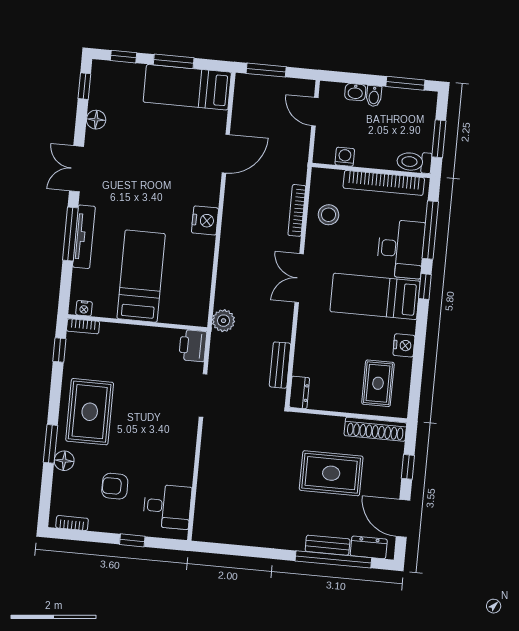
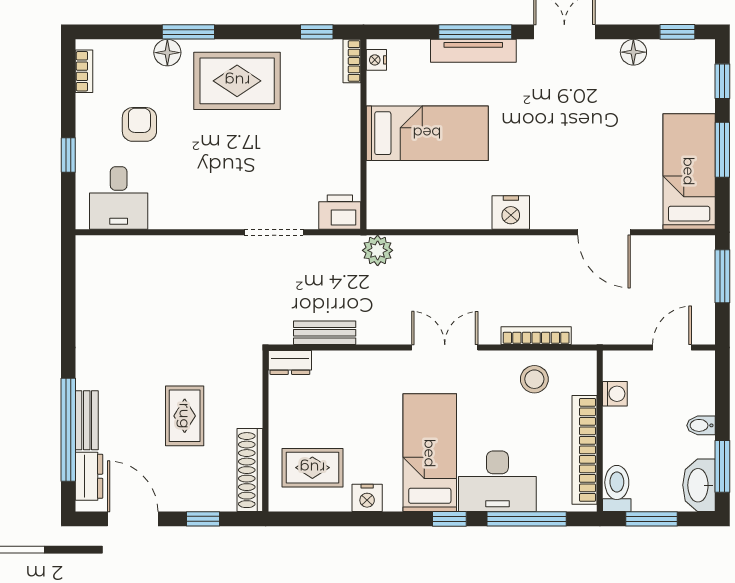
washbasin: (355, 92) -> (699, 485), moved, width x1.91, depth x1.45
rug: (331, 473) -> (185, 416), width x0.73, depth x0.70
door: (403, 518) -> (133, 519), hinge flipped

